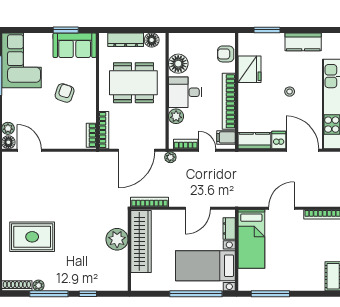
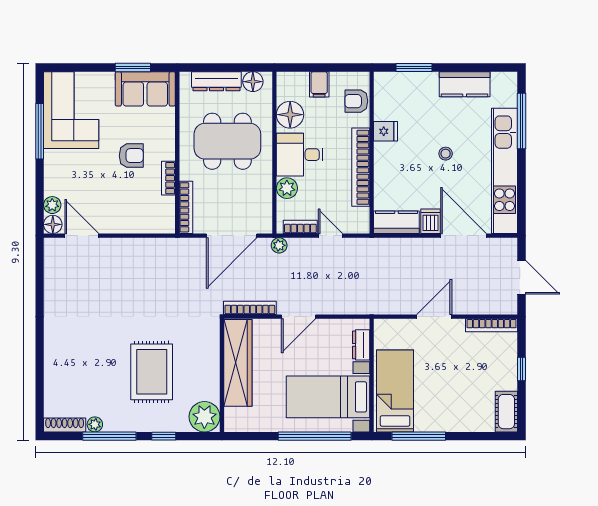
fridge: (250, 69) -> (386, 131), width x0.53, depth x0.75
armchair: (65, 93) -> (131, 156), turned 71
bookcase: (91, 135) -> (168, 178), moved
filing cabinet: (226, 137) -> (319, 84), moved, turned -90
door: (198, 208) -> (298, 317), moved
rug: (32, 237) -> (152, 372), moved, turned 90
plant: (117, 239) -> (204, 417), moved
bed: (251, 239) -> (395, 391), moved, turned 180

